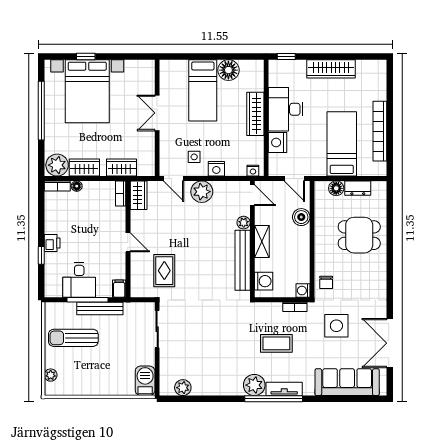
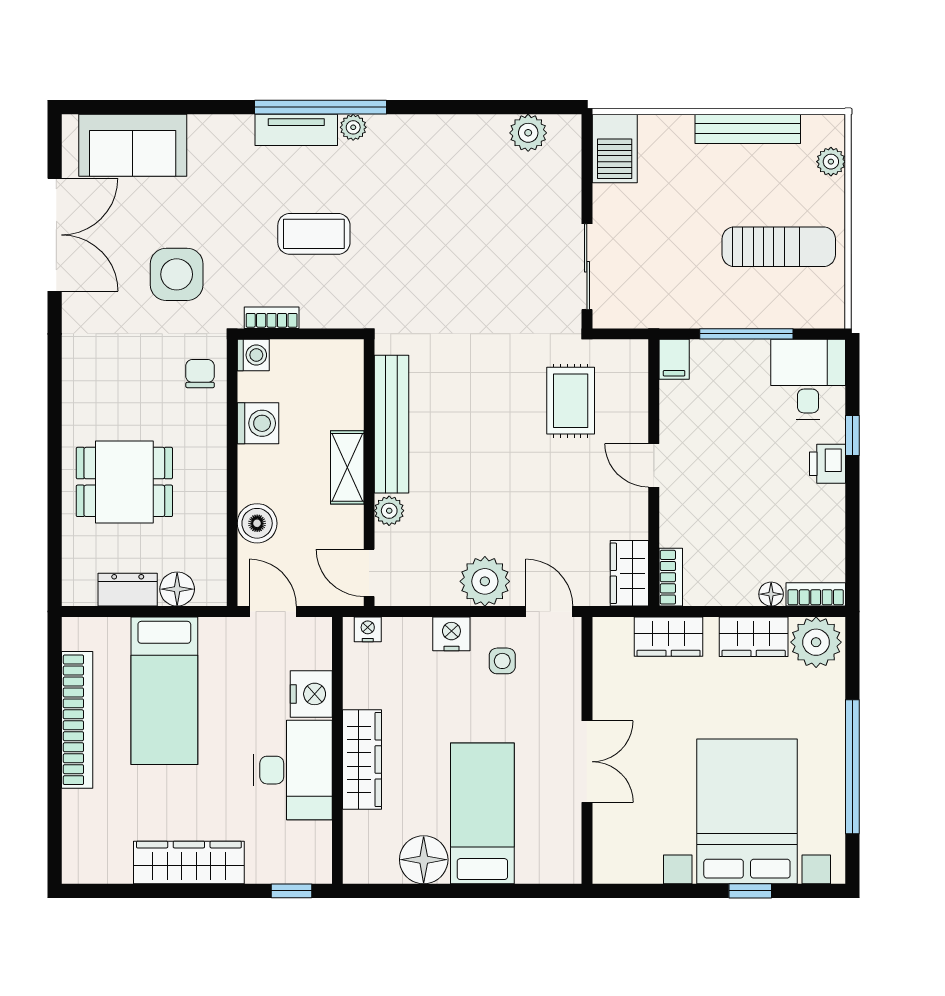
desk: (79, 280) -> (808, 379), moved
washing machine: (264, 281) -> (258, 423), moved, turned 180
bench: (100, 309) -> (748, 129), moved
sofa: (347, 382) -> (133, 145), width x0.73
plant: (254, 385) -> (353, 127), width x0.53, depth x0.53

